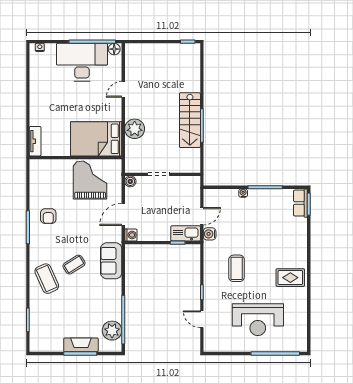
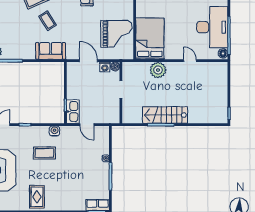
water cooler: (210, 234) -> (54, 131), moved
washing machine: (131, 235) -> (105, 67), moved

